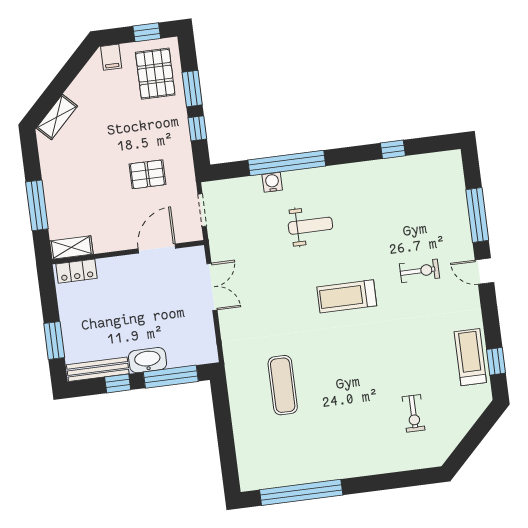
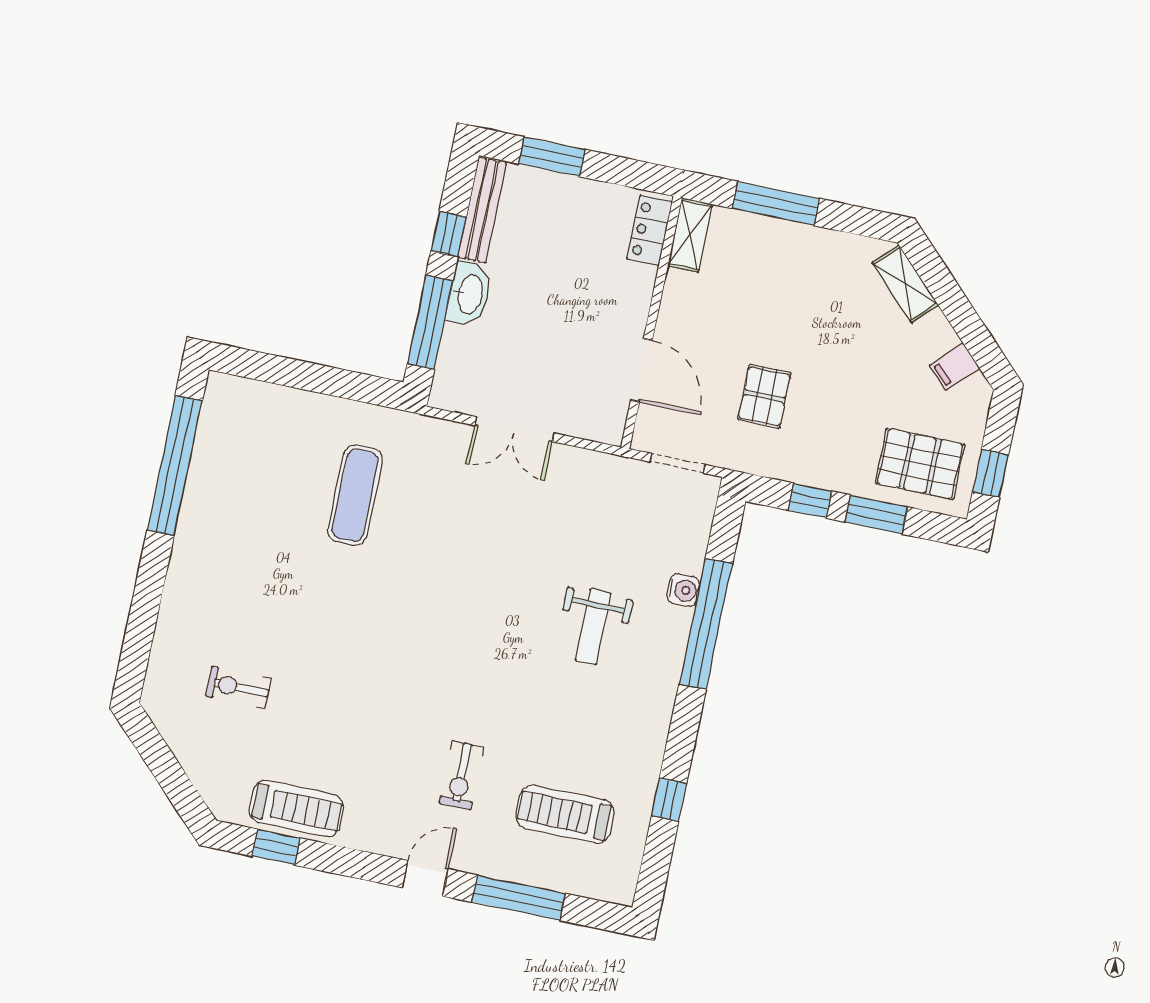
filing cabinet: (111, 57) -> (955, 367), moved, turned -45
double door: (212, 287) -> (514, 429), moved
treadmill: (347, 296) -> (565, 814), moved, turned -90
exercise mat: (283, 385) -> (355, 495), turned 90

